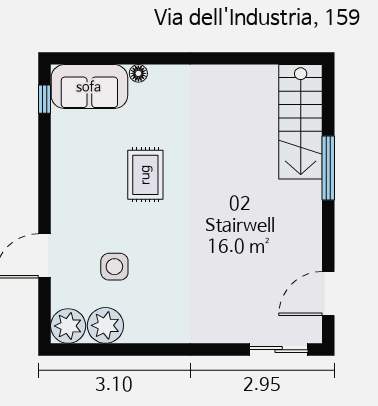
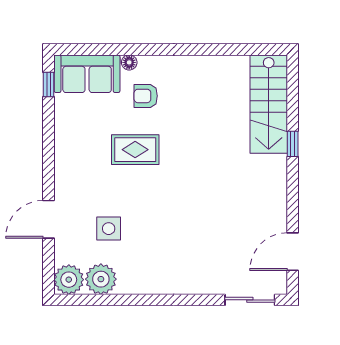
armchair: (158, 112) -> (146, 96), added
window: (328, 168) -> (293, 144), width x0.46
rug: (145, 175) -> (135, 150), turned 90

